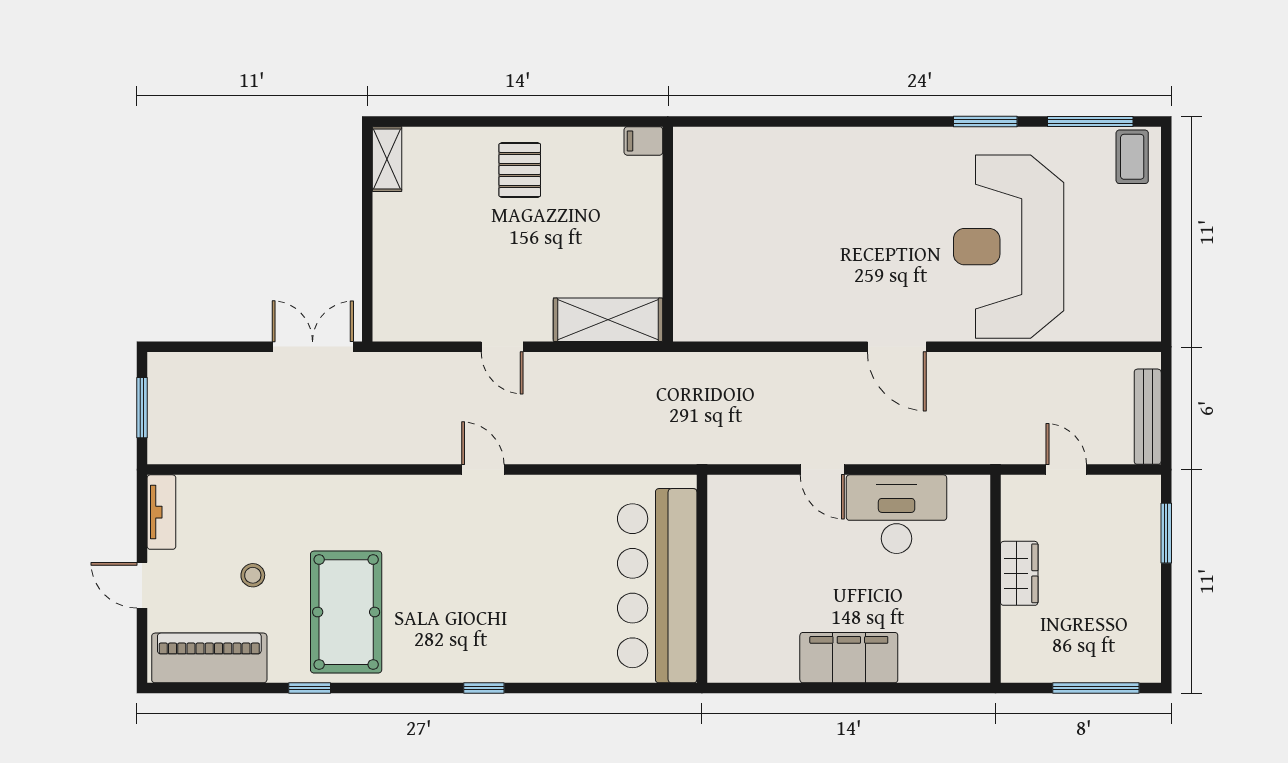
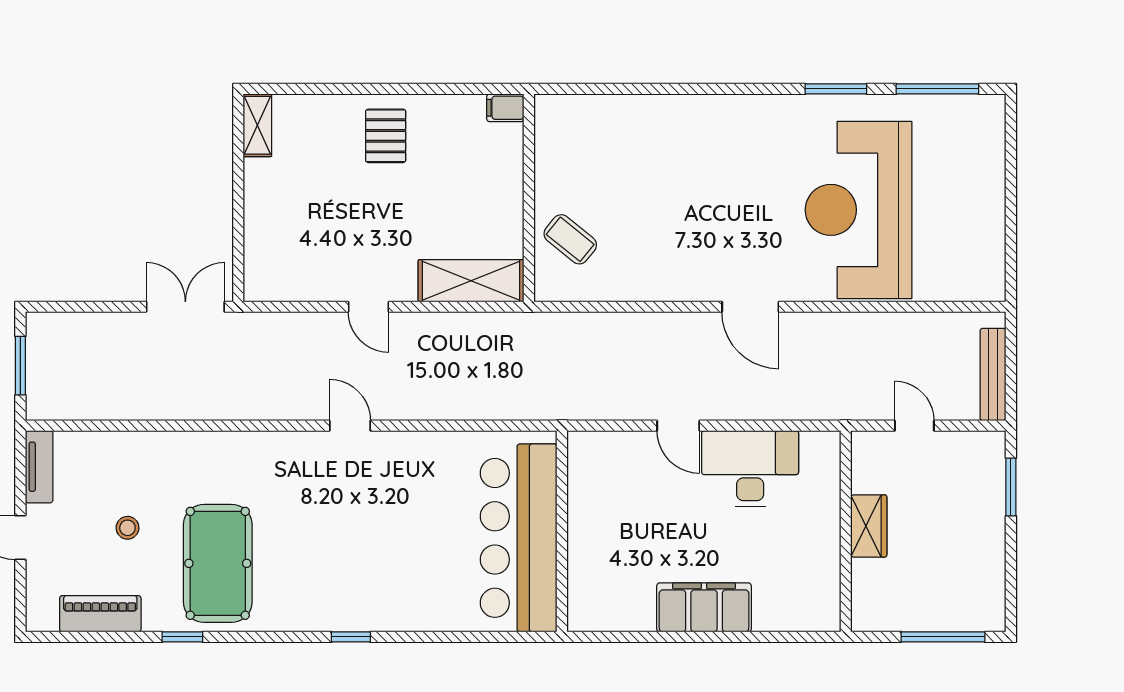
coffee table: (1132, 157) -> (570, 239), moved, turned -51
piano: (209, 658) -> (100, 614), width x0.73, depth x0.75

